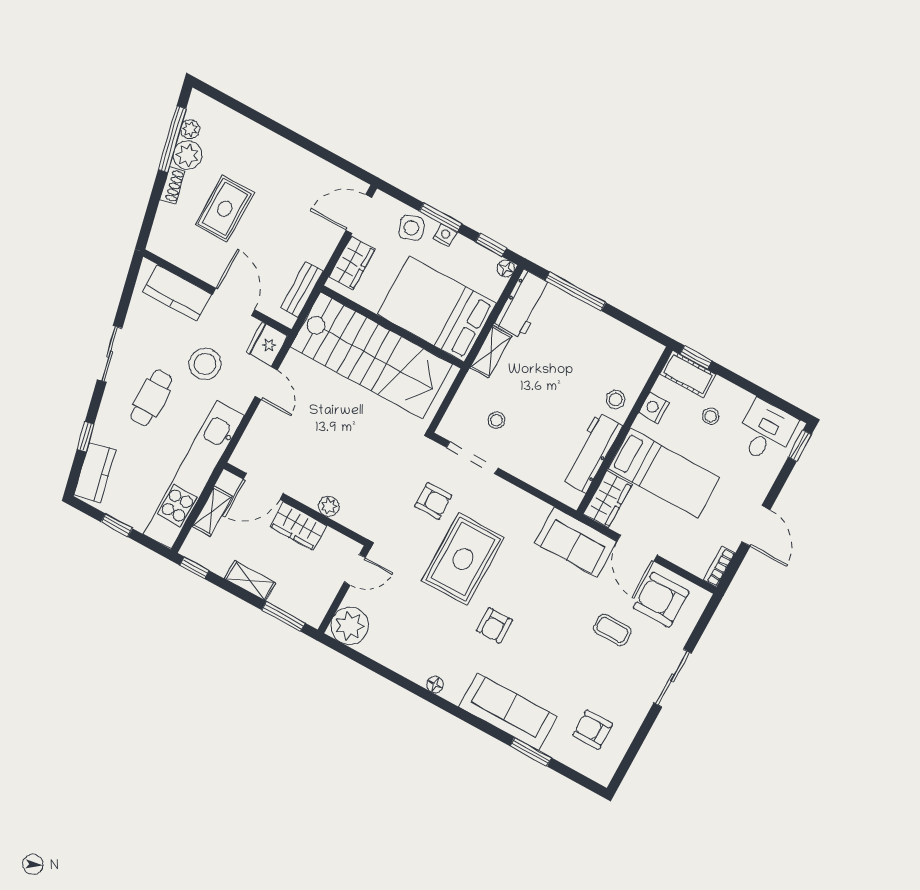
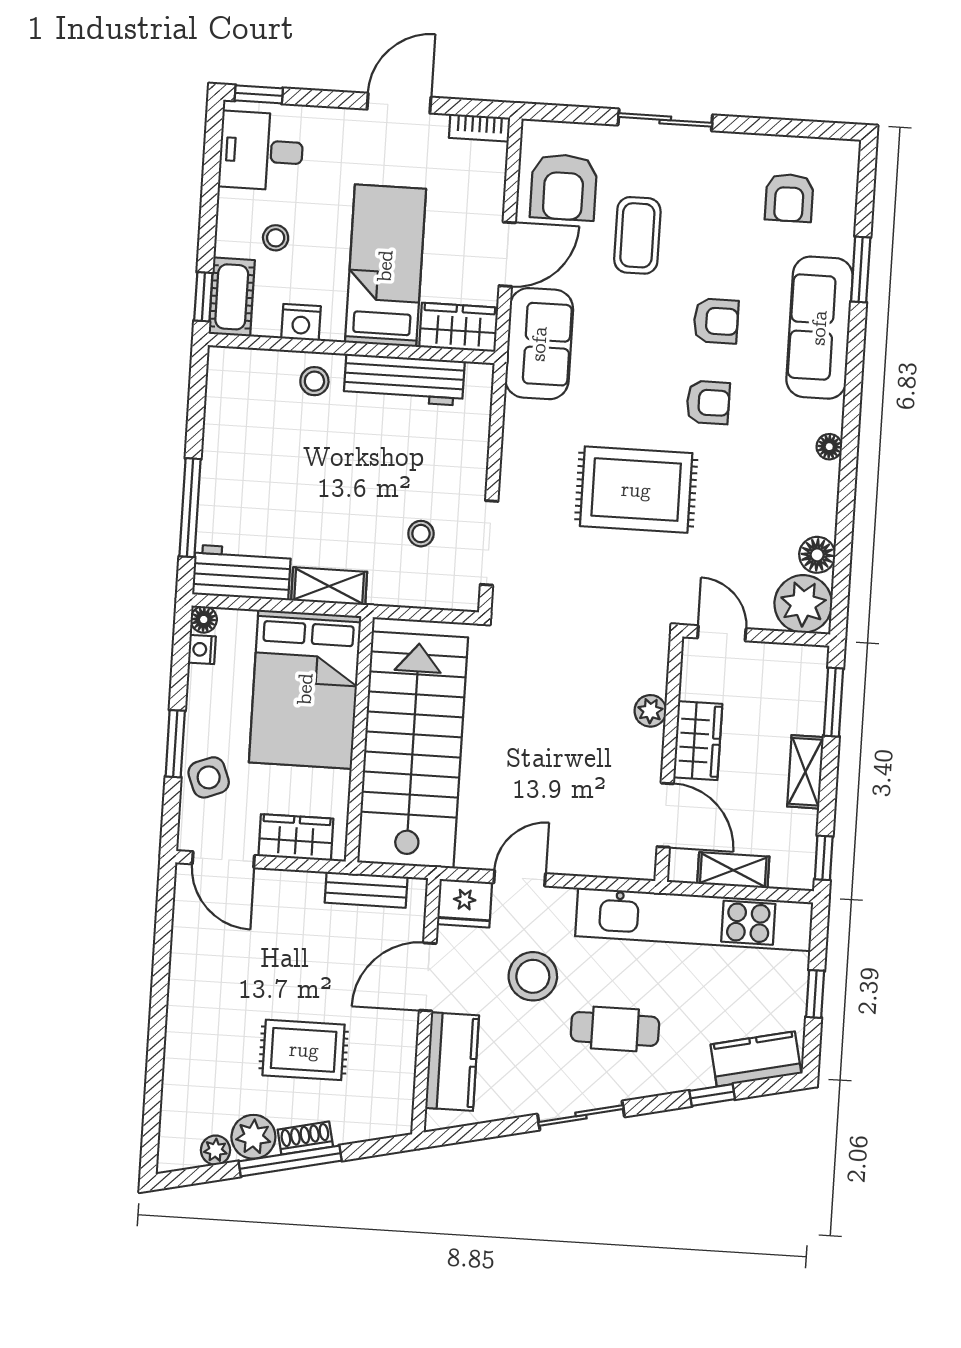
window: (172, 139) -> (290, 1161), moved
nightstand: (445, 235) -> (202, 649), moved
window: (491, 245) -> (181, 655), removed
armchair: (433, 501) -> (716, 321), moved, turned 90
coffee table: (612, 630) -> (637, 235), width x1.36, depth x1.30
floor lamp: (375, 648) -> (817, 555), added

